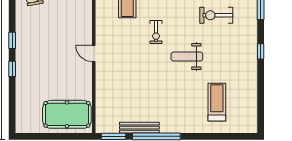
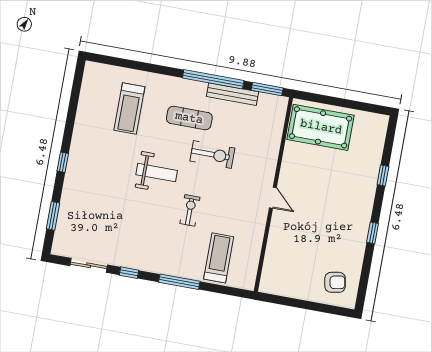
exercise bike: (216, 15) -> (212, 154), moved
window: (12, 69) -> (383, 175), moved
exercise mat: (169, 103) -> (189, 118), added

